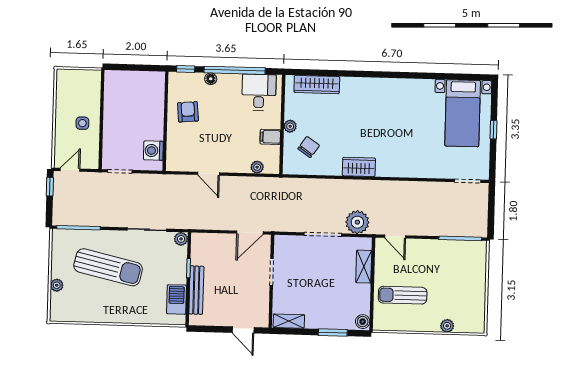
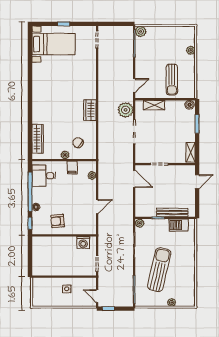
plant: (479, 249) -> (141, 31), added

